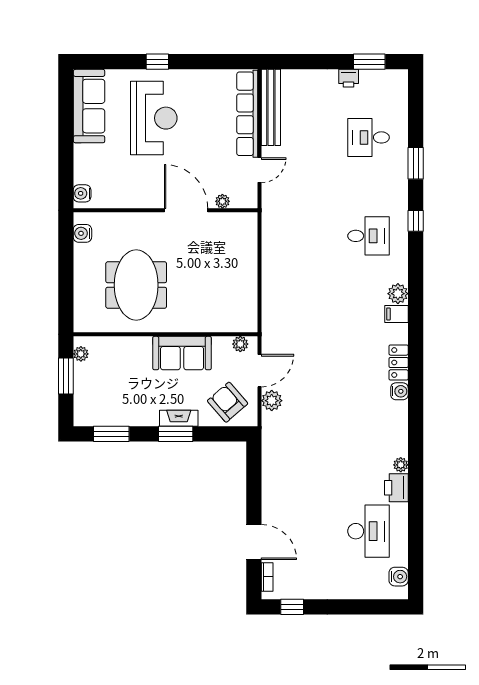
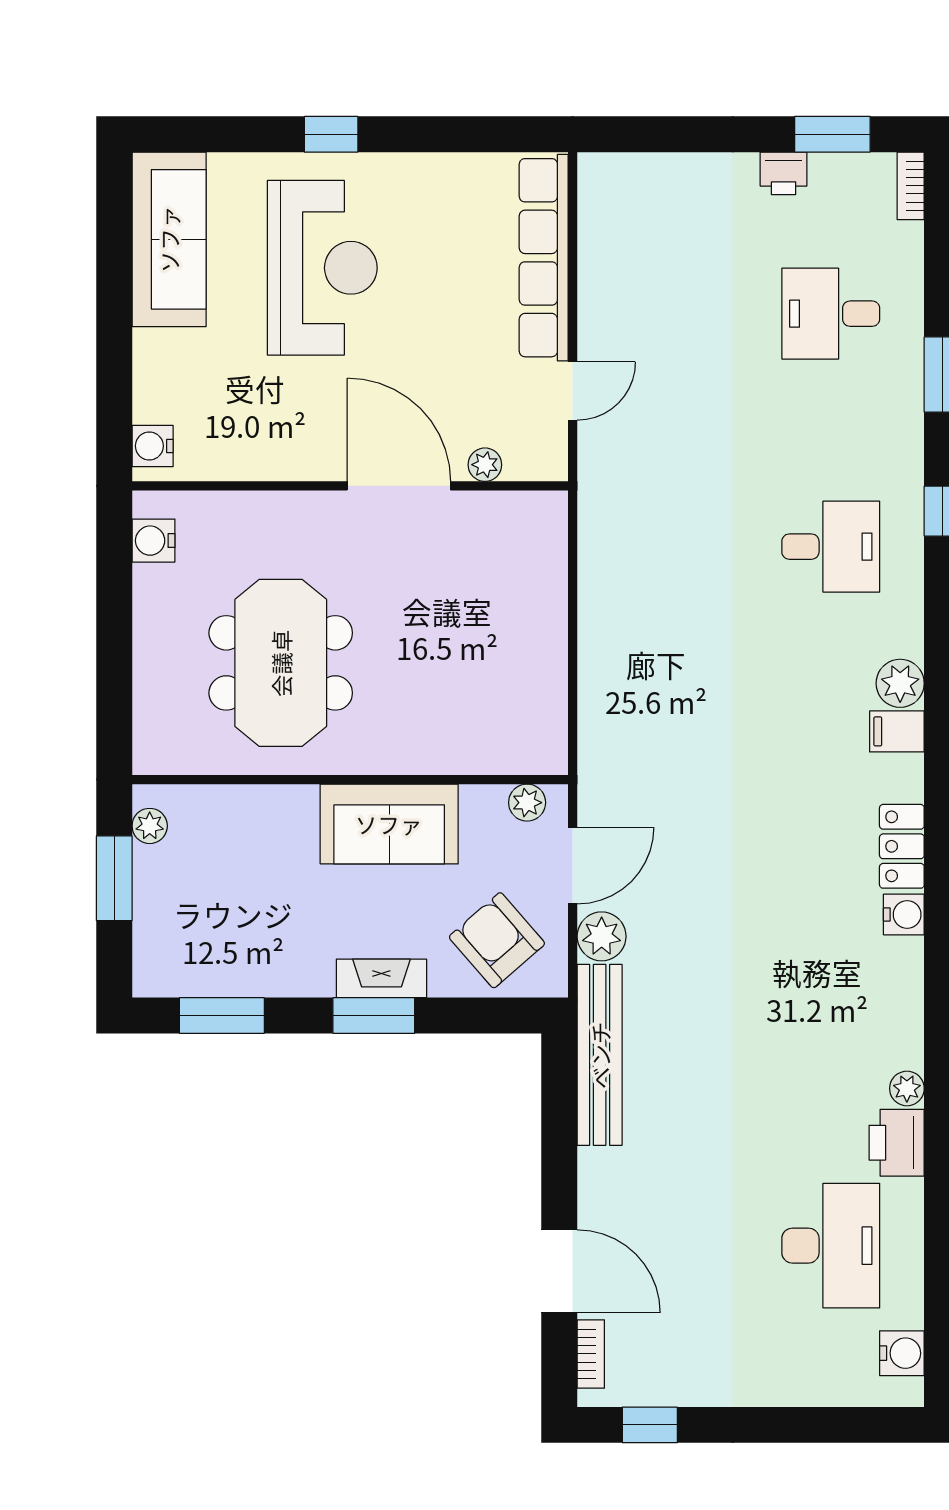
bookcase: (402, 83) -> (911, 186), added
bench: (271, 107) -> (600, 1055), moved

